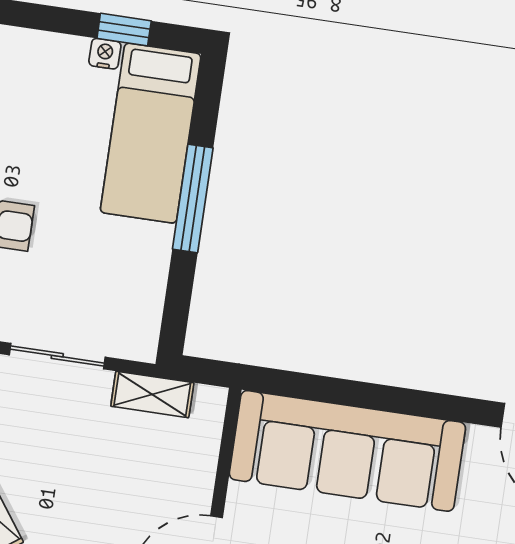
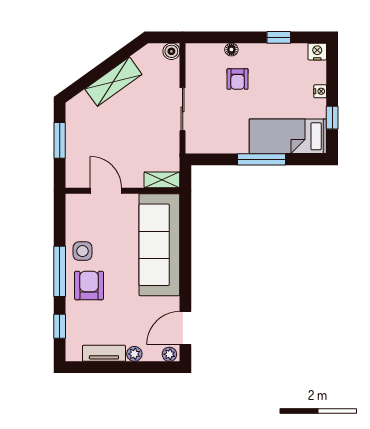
nightstand: (105, 54) -> (320, 91), moved
shelving: (152, 394) -> (162, 180), moved, turned 90

